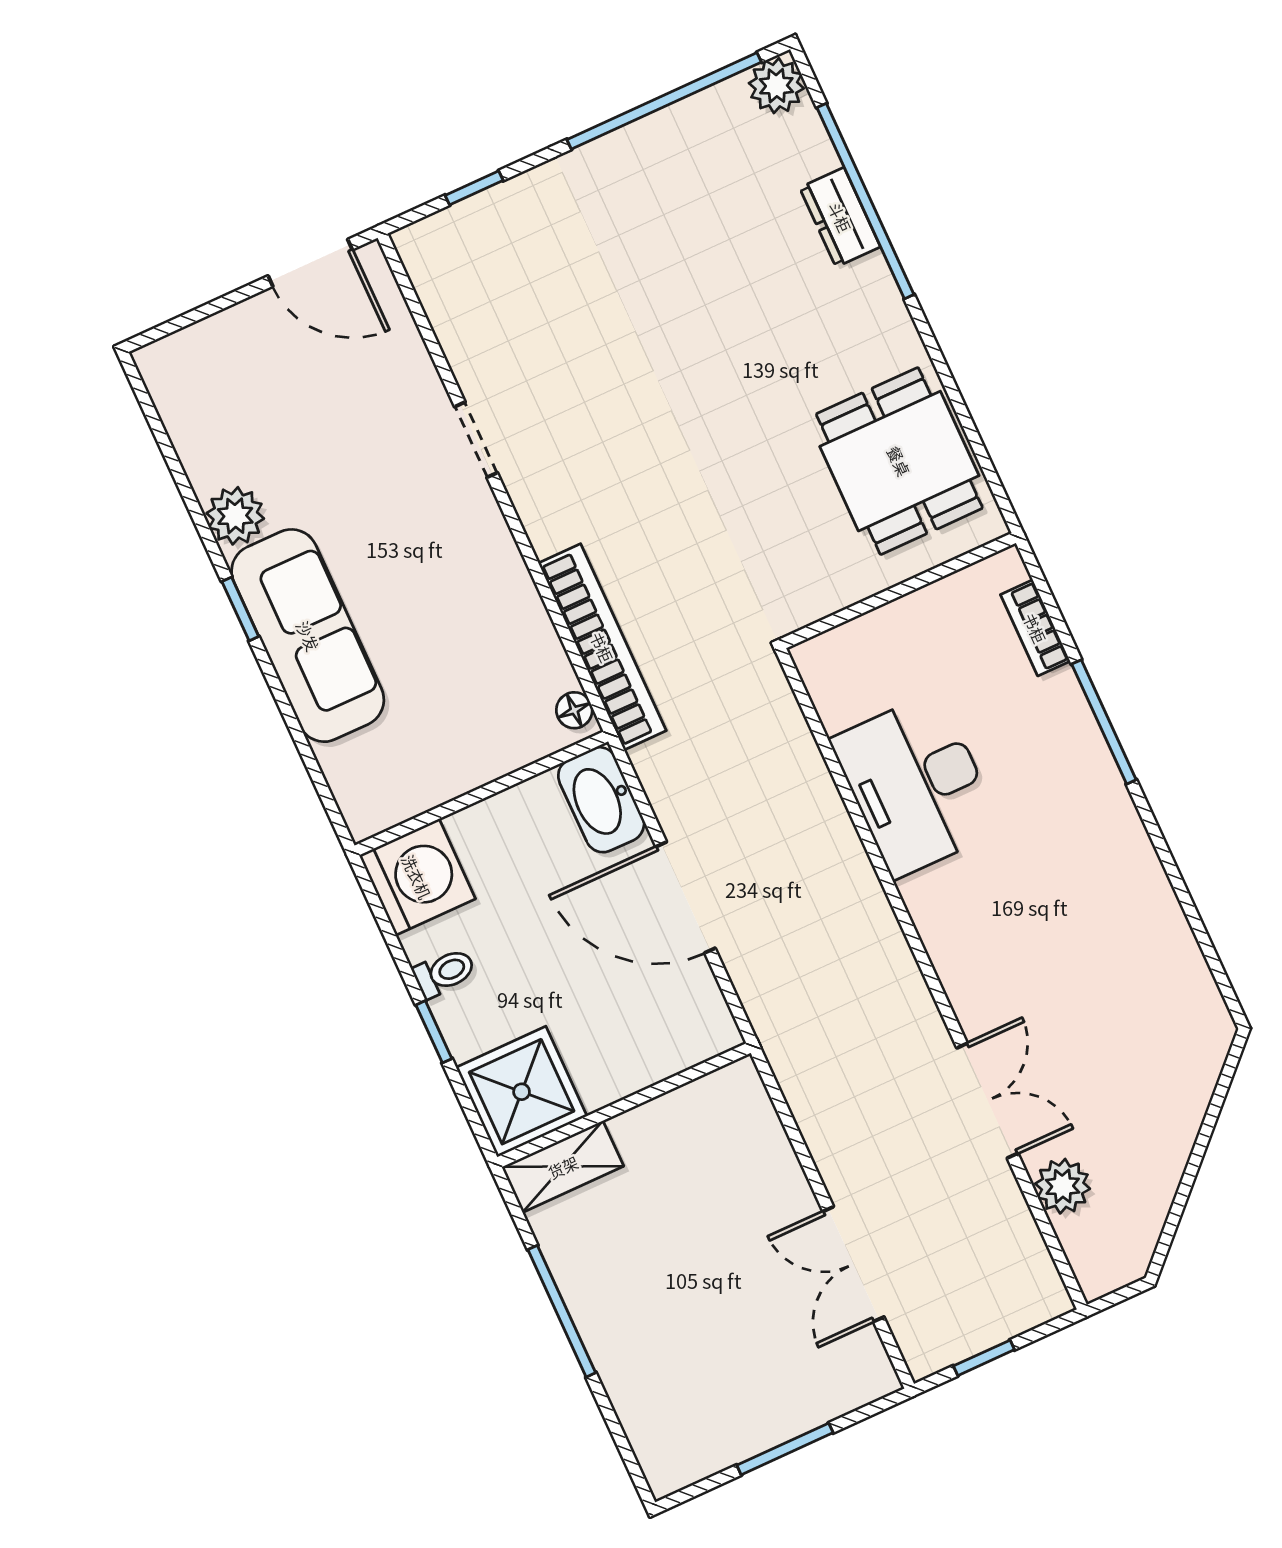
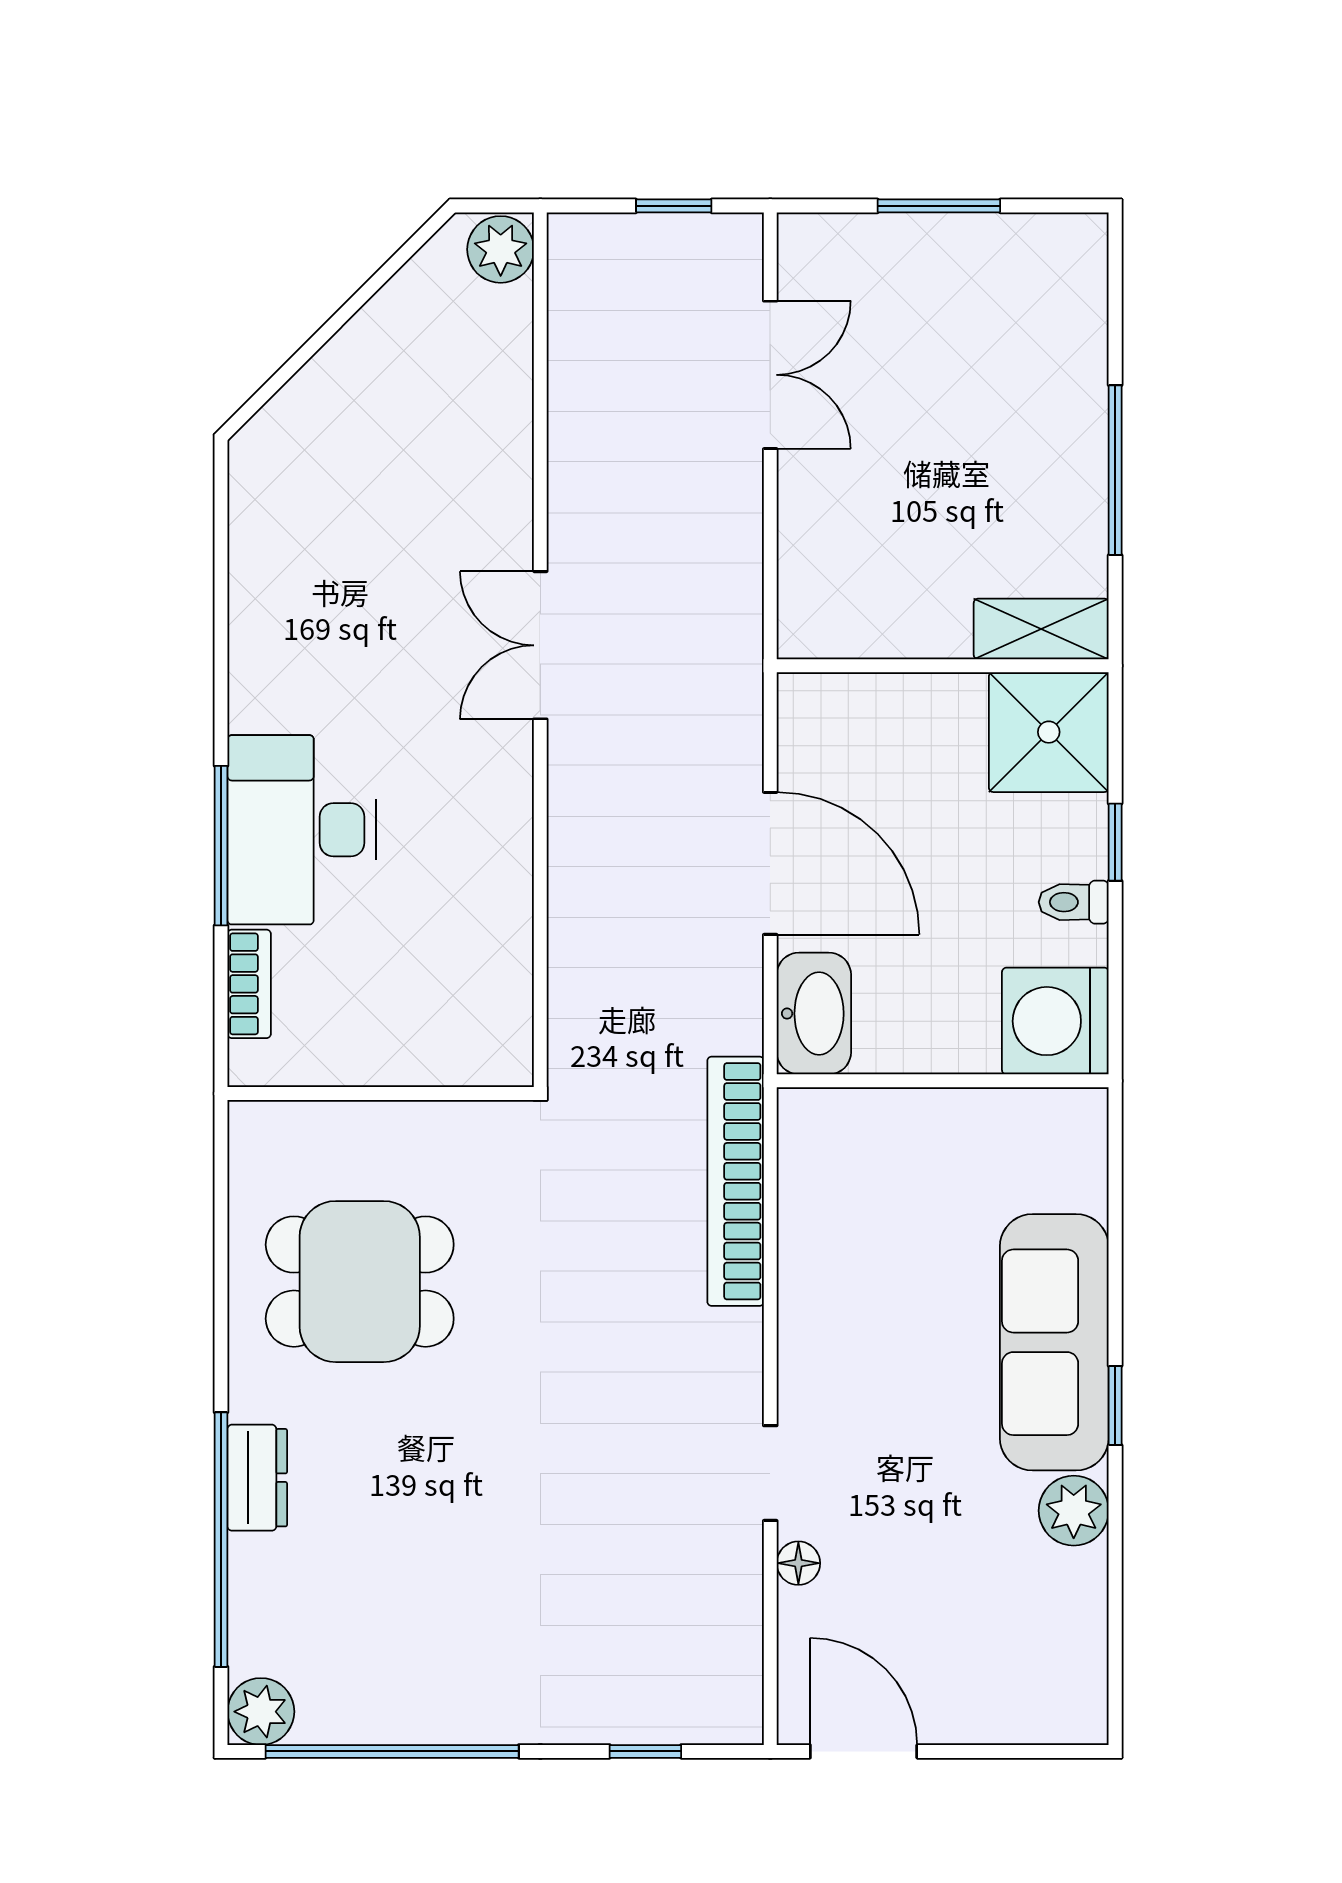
dresser: (840, 217) -> (257, 1478), moved
dining table: (899, 461) -> (360, 1282), moved, turned 90
floor lamp: (574, 710) -> (798, 1563), moved
desk: (916, 785) -> (302, 830), moved, turned 180
double door: (987, 1101) -> (540, 645), moved
plant: (1063, 1186) -> (501, 249), moved

